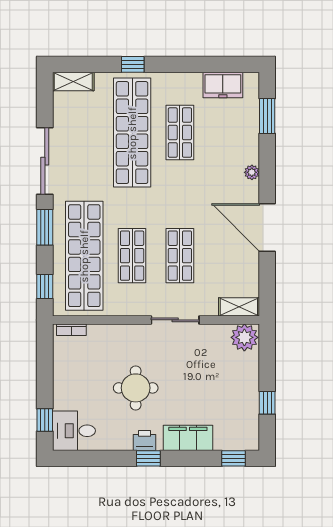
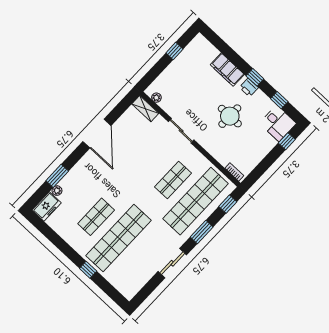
shelving: (73, 81) -> (124, 288), removed
freezer: (223, 85) -> (47, 207), moved, turned 90
window: (267, 116) -> (57, 176), moved
sliding door: (45, 161) -> (172, 263), width x0.73
plant: (252, 172) -> (57, 191), moved
shop shelf: (180, 256) -> (150, 159), removed
plant: (244, 337) -> (156, 98), width x0.53, depth x0.53
window: (233, 458) -> (279, 100), moved

